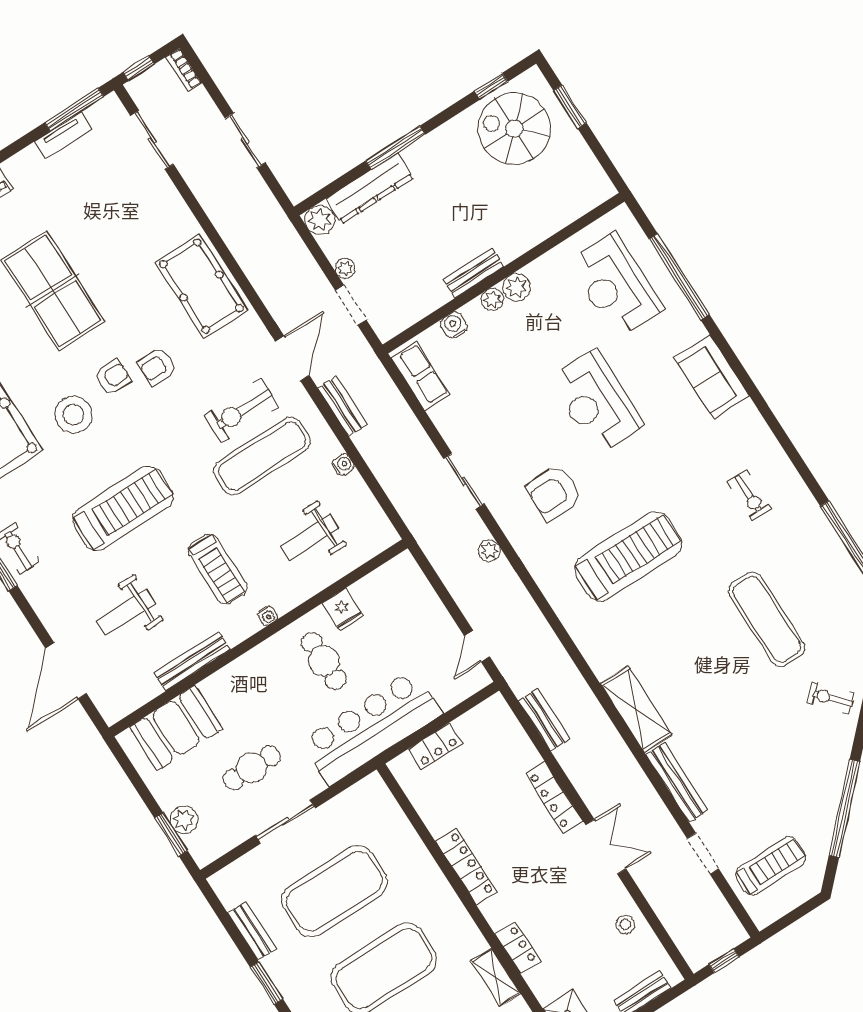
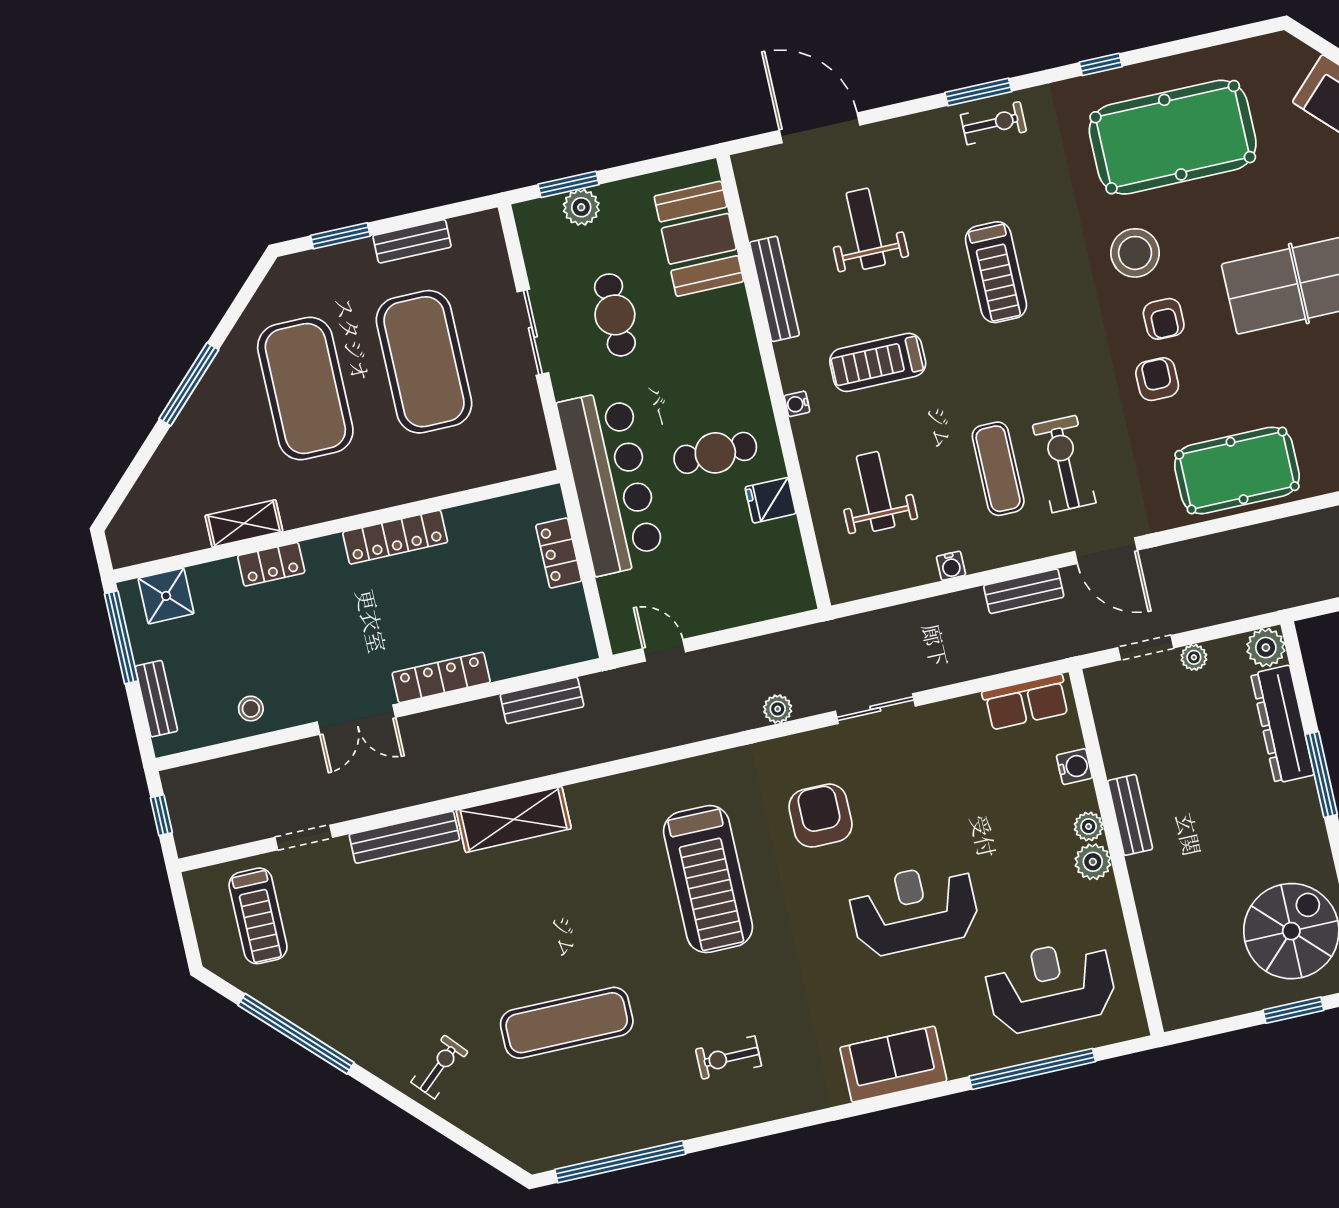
exercise mat: (262, 456) -> (998, 469), width x0.73, depth x0.69
treadmill: (123, 508) -> (996, 272), width x0.73, depth x0.73

